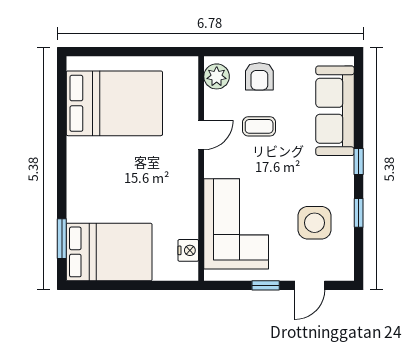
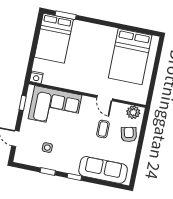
armchair: (259, 76) -> (129, 134), turned 77
side table: (314, 223) -> (47, 148), width x0.54, depth x0.54
nightstand: (188, 250) -> (36, 77), moved
window: (266, 285) -> (23, 103), moved

